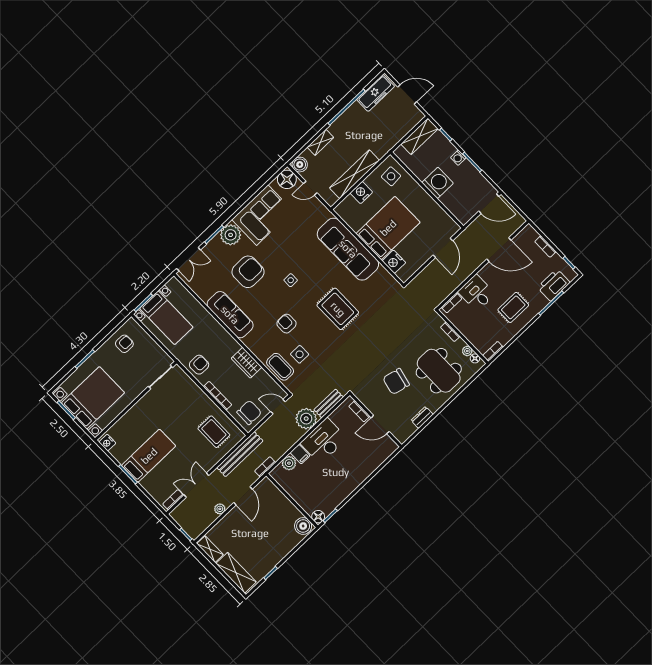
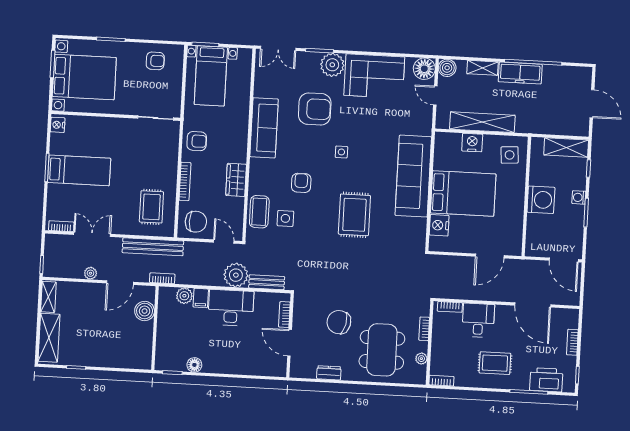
freezer: (376, 93) -> (520, 73), moved
floor lamp: (475, 358) -> (421, 371), removed
floor lamp: (318, 517) -> (194, 365), moved
boiler: (303, 526) -> (145, 311), moved

